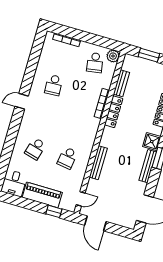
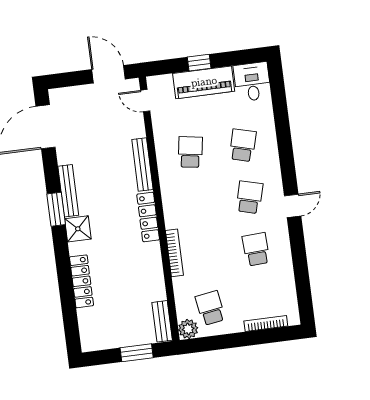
bench: (121, 83) -> (162, 321), moved
locker: (114, 112) -> (148, 217), moved
school desk: (45, 117) -> (249, 197), added
door: (81, 199) -> (145, 101), hinge flipped
window: (54, 211) -> (199, 63), moved

